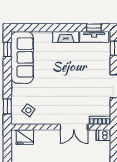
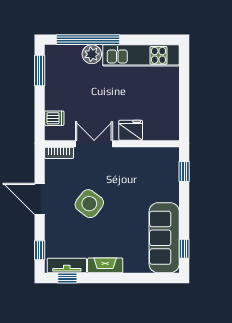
side table: (28, 110) -> (89, 204), moved, width x1.87, depth x1.87
dishwasher: (103, 135) -> (54, 118), moved
fridge: (25, 137) -> (131, 130), moved

